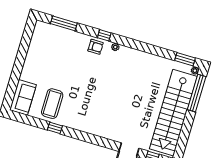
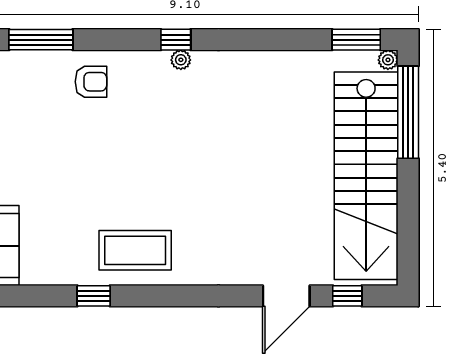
window: (104, 35) -> (176, 40), moved
armchair: (96, 47) -> (91, 82), moved
coffee table: (52, 104) -> (135, 250), moved, turned 90

